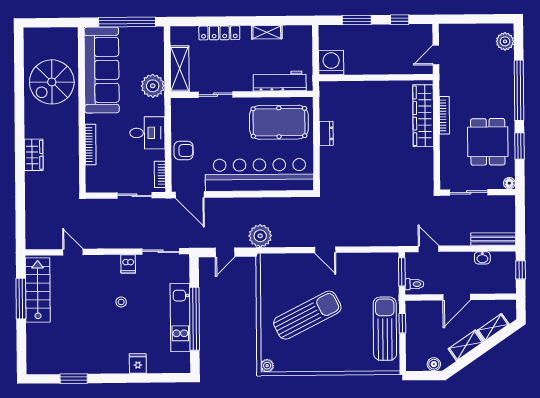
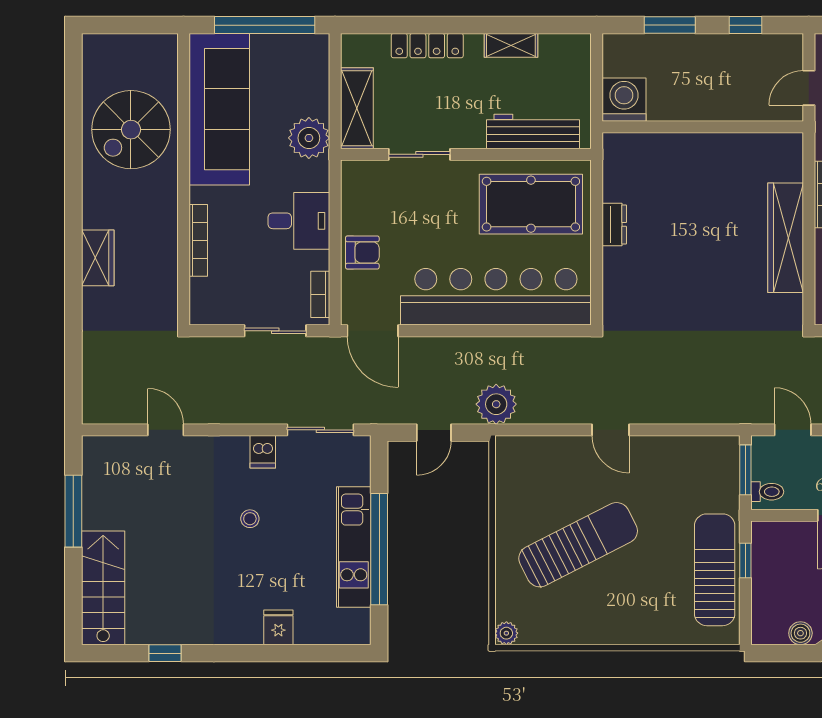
wardrobe: (423, 116) -> (786, 238), moved
stairs: (38, 290) -> (103, 588), moved
window: (74, 379) -> (165, 653), width x0.67

